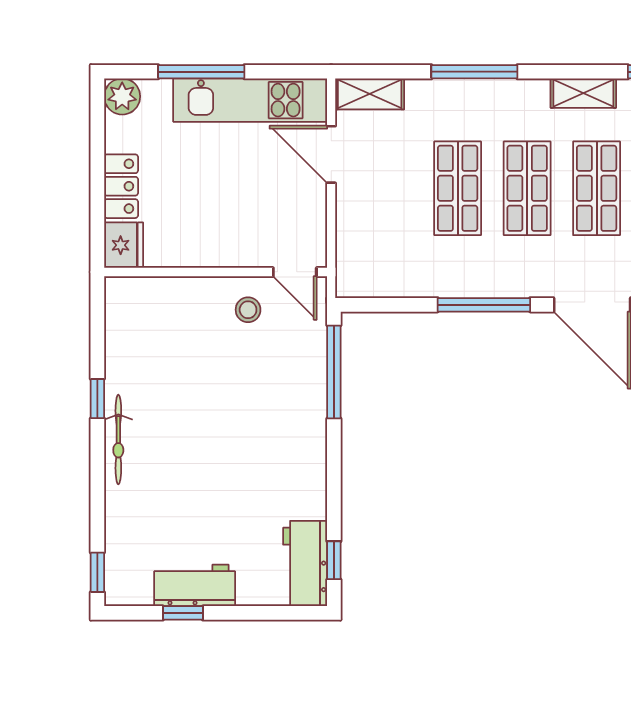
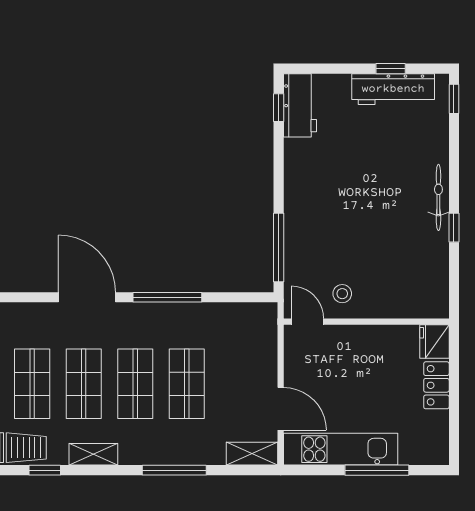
plant: (122, 96) -> (436, 452), removed
workbench: (195, 585) -> (393, 89), width x1.38

